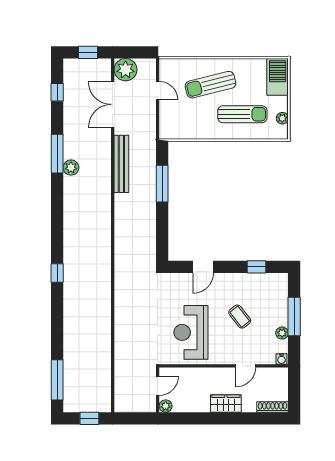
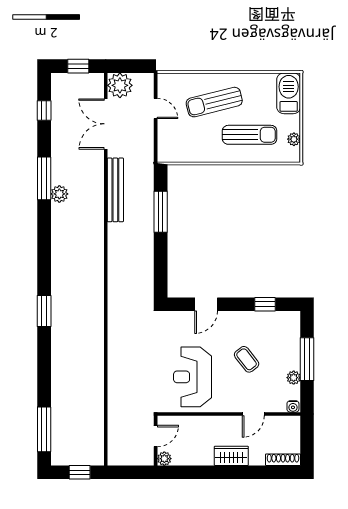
window: (57, 273) -> (44, 311), width x1.50

